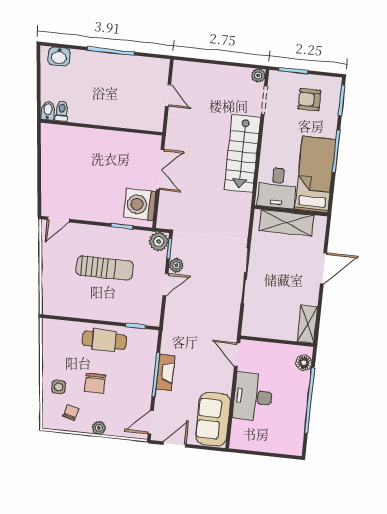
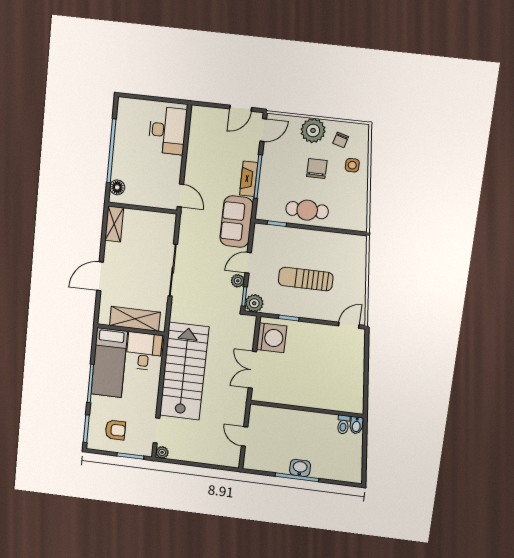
washbasin: (59, 56) -> (300, 468), moved
stairs: (242, 153) -> (184, 371), width x1.36, depth x1.51
desk: (253, 397) -> (167, 130), moved
sofa: (213, 419) -> (236, 222), moved, turned 180
plant: (99, 428) -> (313, 130), width x1.88, depth x1.88

